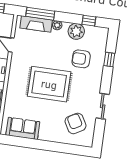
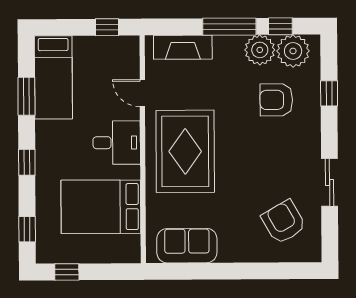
window: (40, 14) -> (229, 27), moved
plant: (57, 25) -> (293, 51), moved, width x1.87, depth x1.87
rug: (49, 84) -> (185, 151), moved, turned 90

